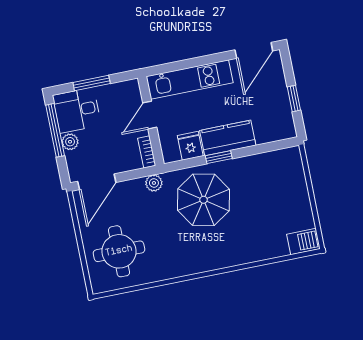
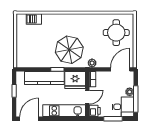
printer: (130, 91) -> (95, 111), added
kitchen counter: (228, 138) -> (44, 78), width x1.50
fridge: (190, 146) -> (75, 80), width x1.88, depth x1.34
barbecue: (303, 241) -> (34, 19), moved

